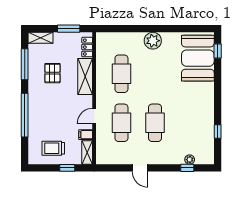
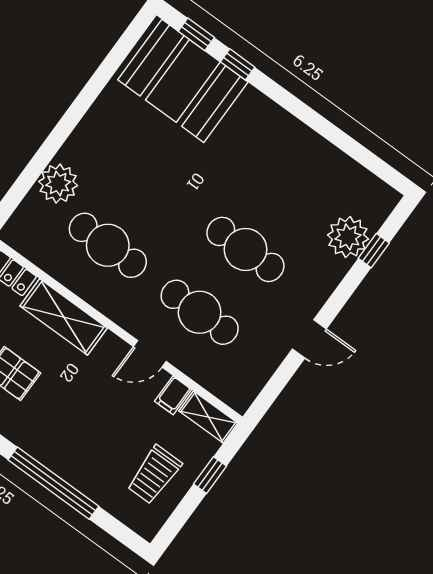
plant: (153, 41) -> (58, 184), moved
door: (94, 116) -> (150, 354), hinge flipped
window: (218, 132) -> (238, 64), moved
plant: (190, 160) -> (348, 237), width x1.88, depth x1.88

